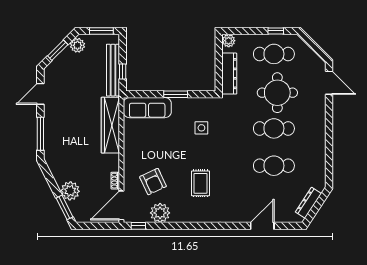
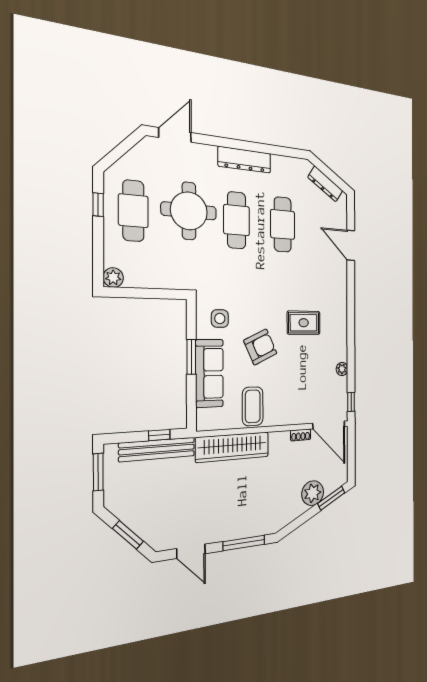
plant: (77, 45) -> (120, 506), removed
dresser: (229, 74) -> (245, 160), moved, turned 180
sofa: (147, 108) -> (209, 373), moved
side table: (201, 128) -> (220, 318), moved
coffee table: (139, 141) -> (253, 406), added
armchair: (153, 182) -> (260, 347), moved
plant: (160, 213) -> (342, 369), width x0.53, depth x0.53

